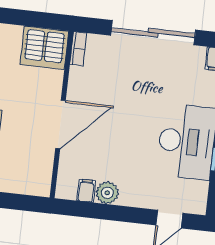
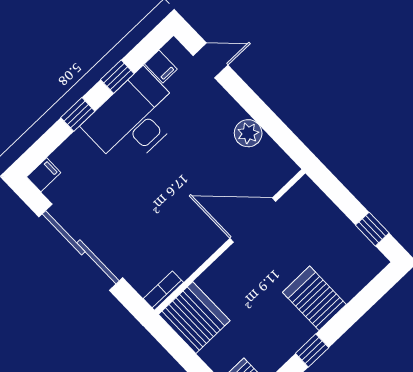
door: (60, 124) -> (253, 220), moved
filing cabinet: (86, 191) -> (161, 66), moved, turned -90

